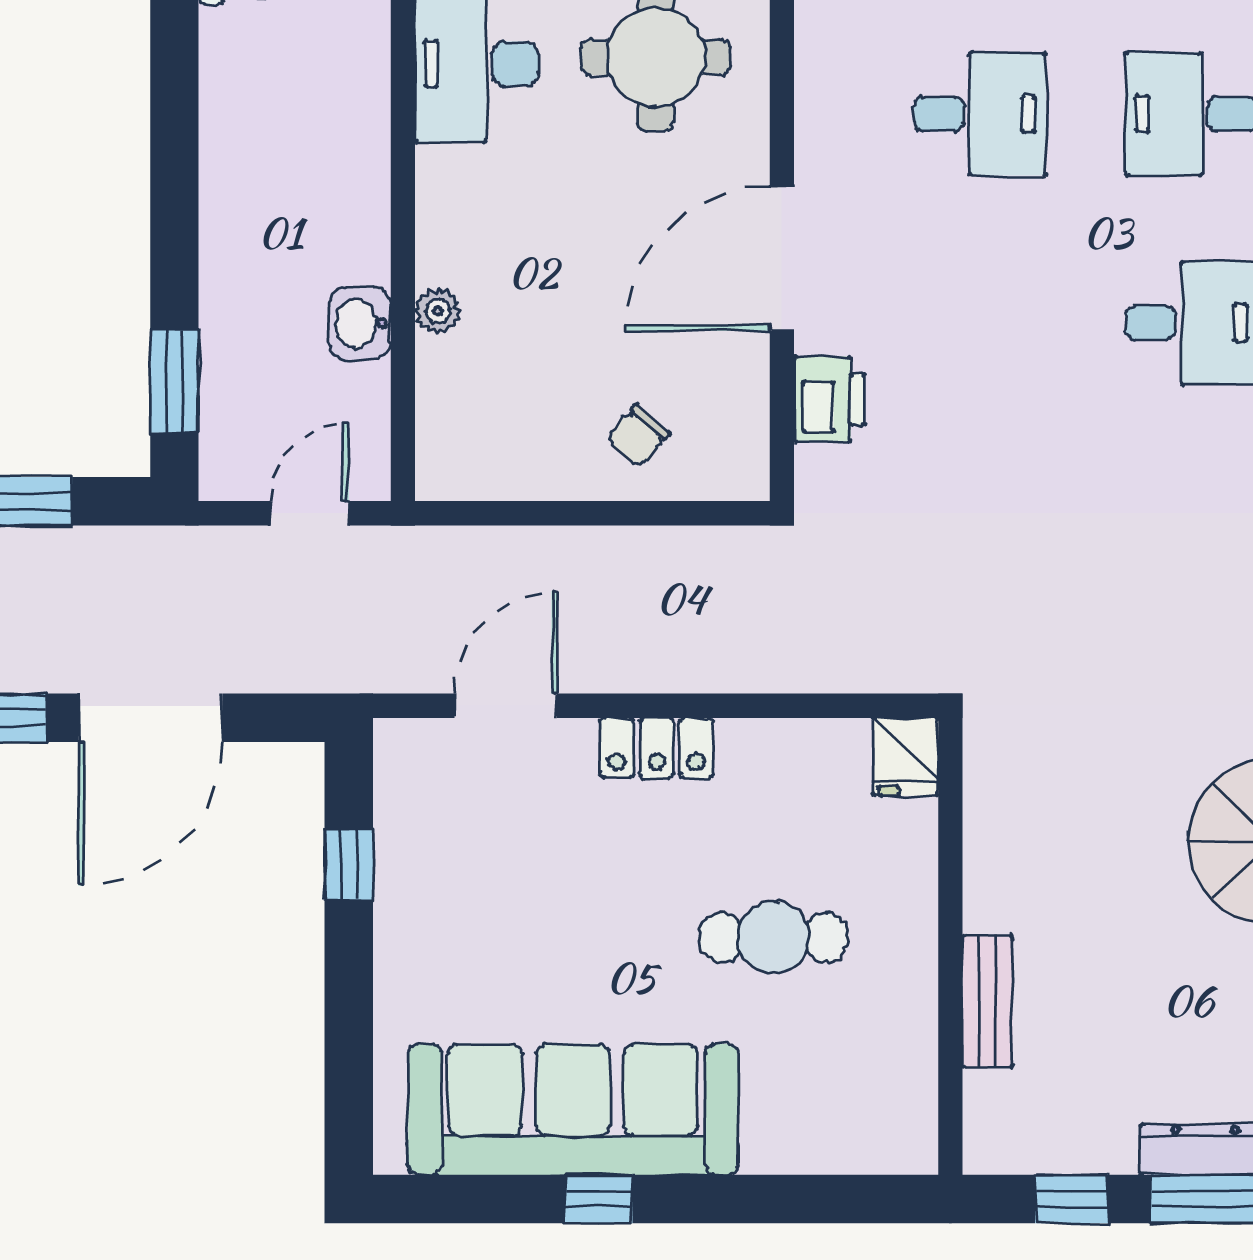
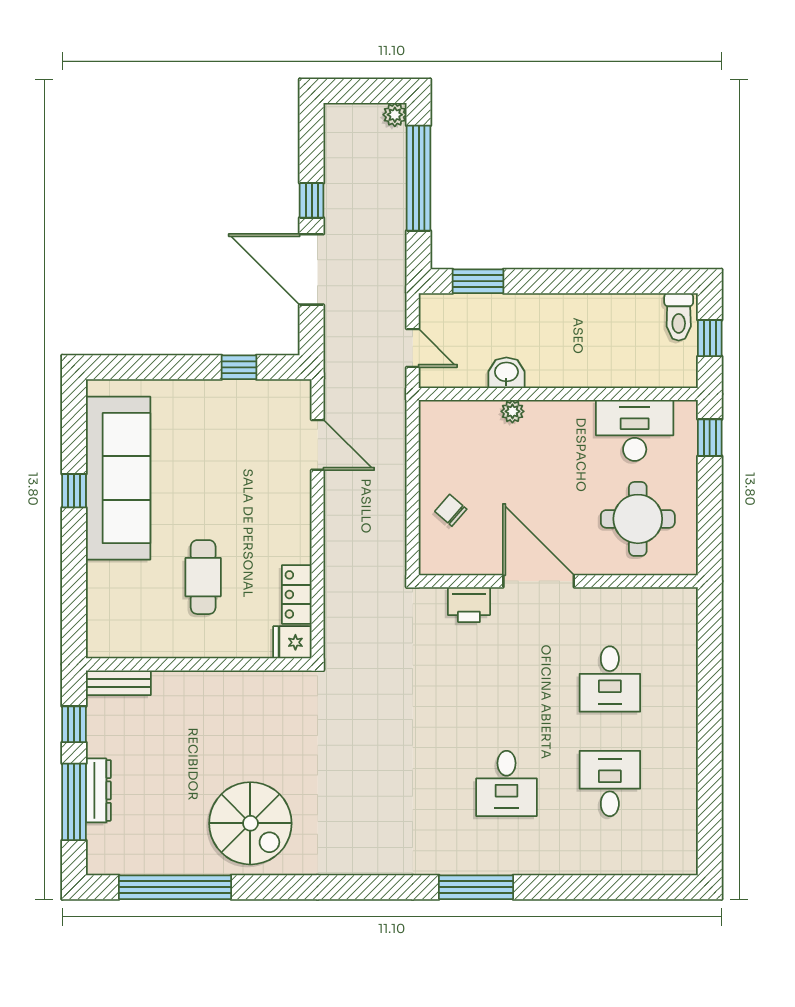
locker: (657, 748) -> (297, 594), moved
bench: (987, 1002) -> (118, 683), moved

